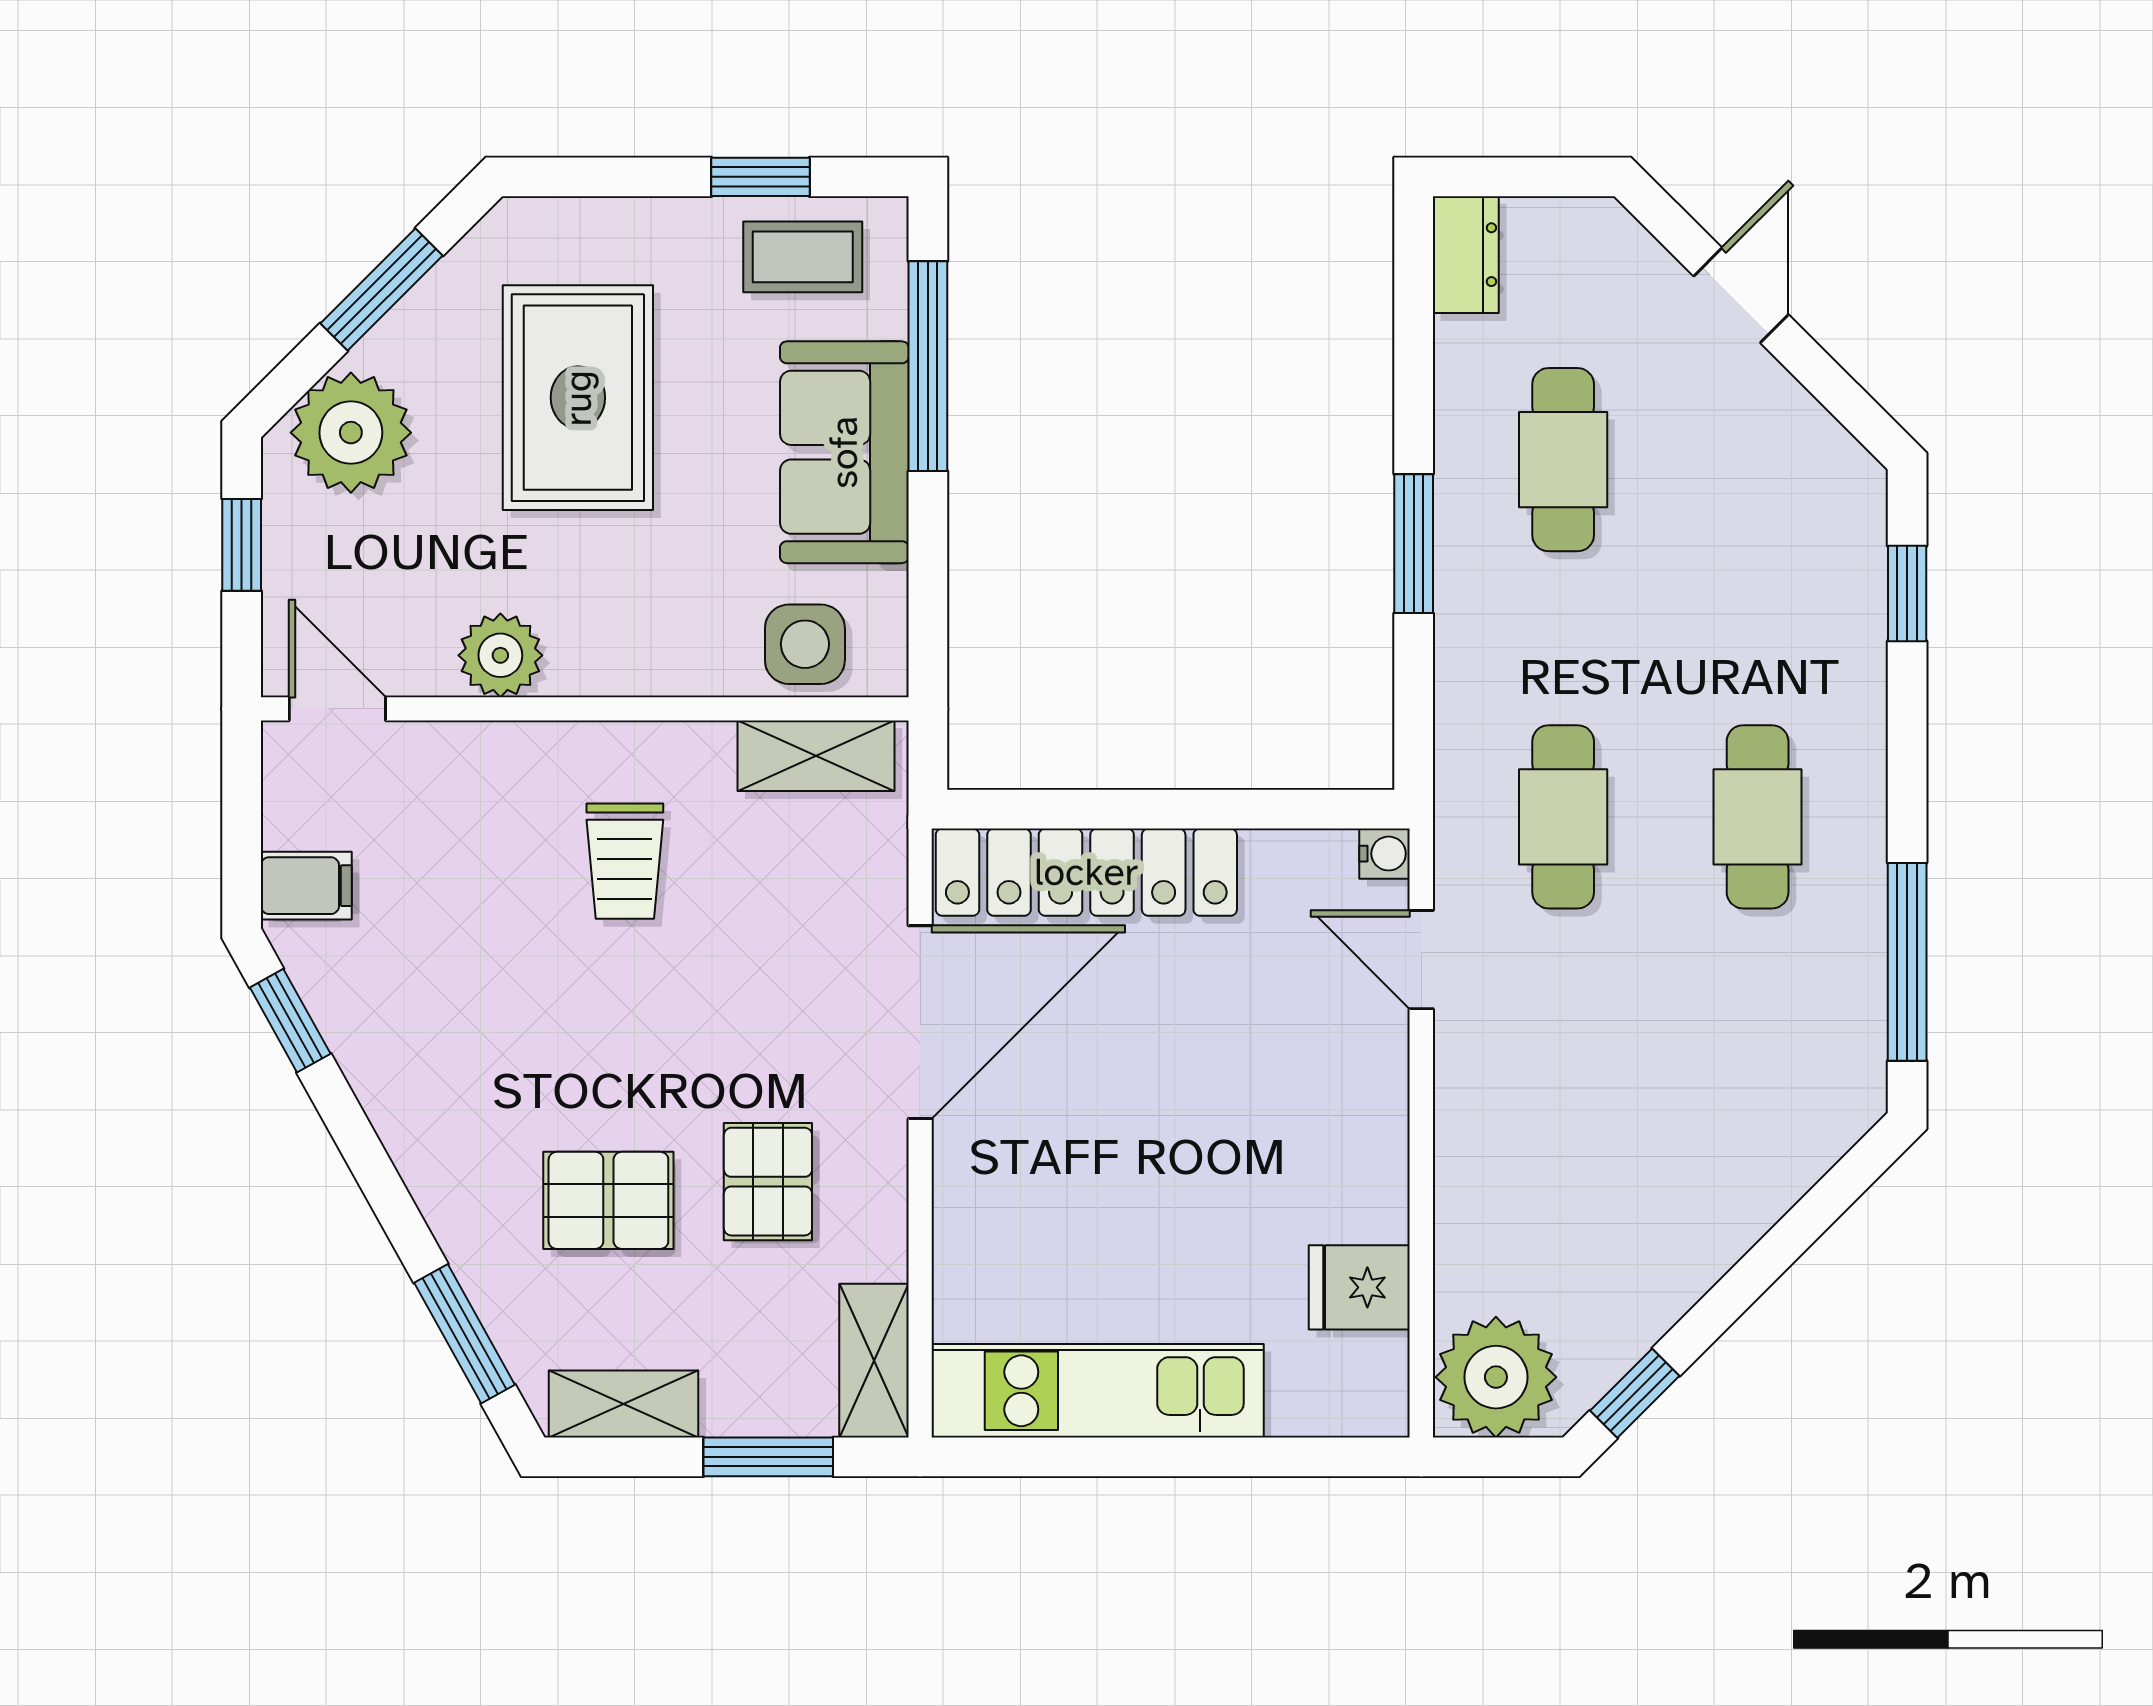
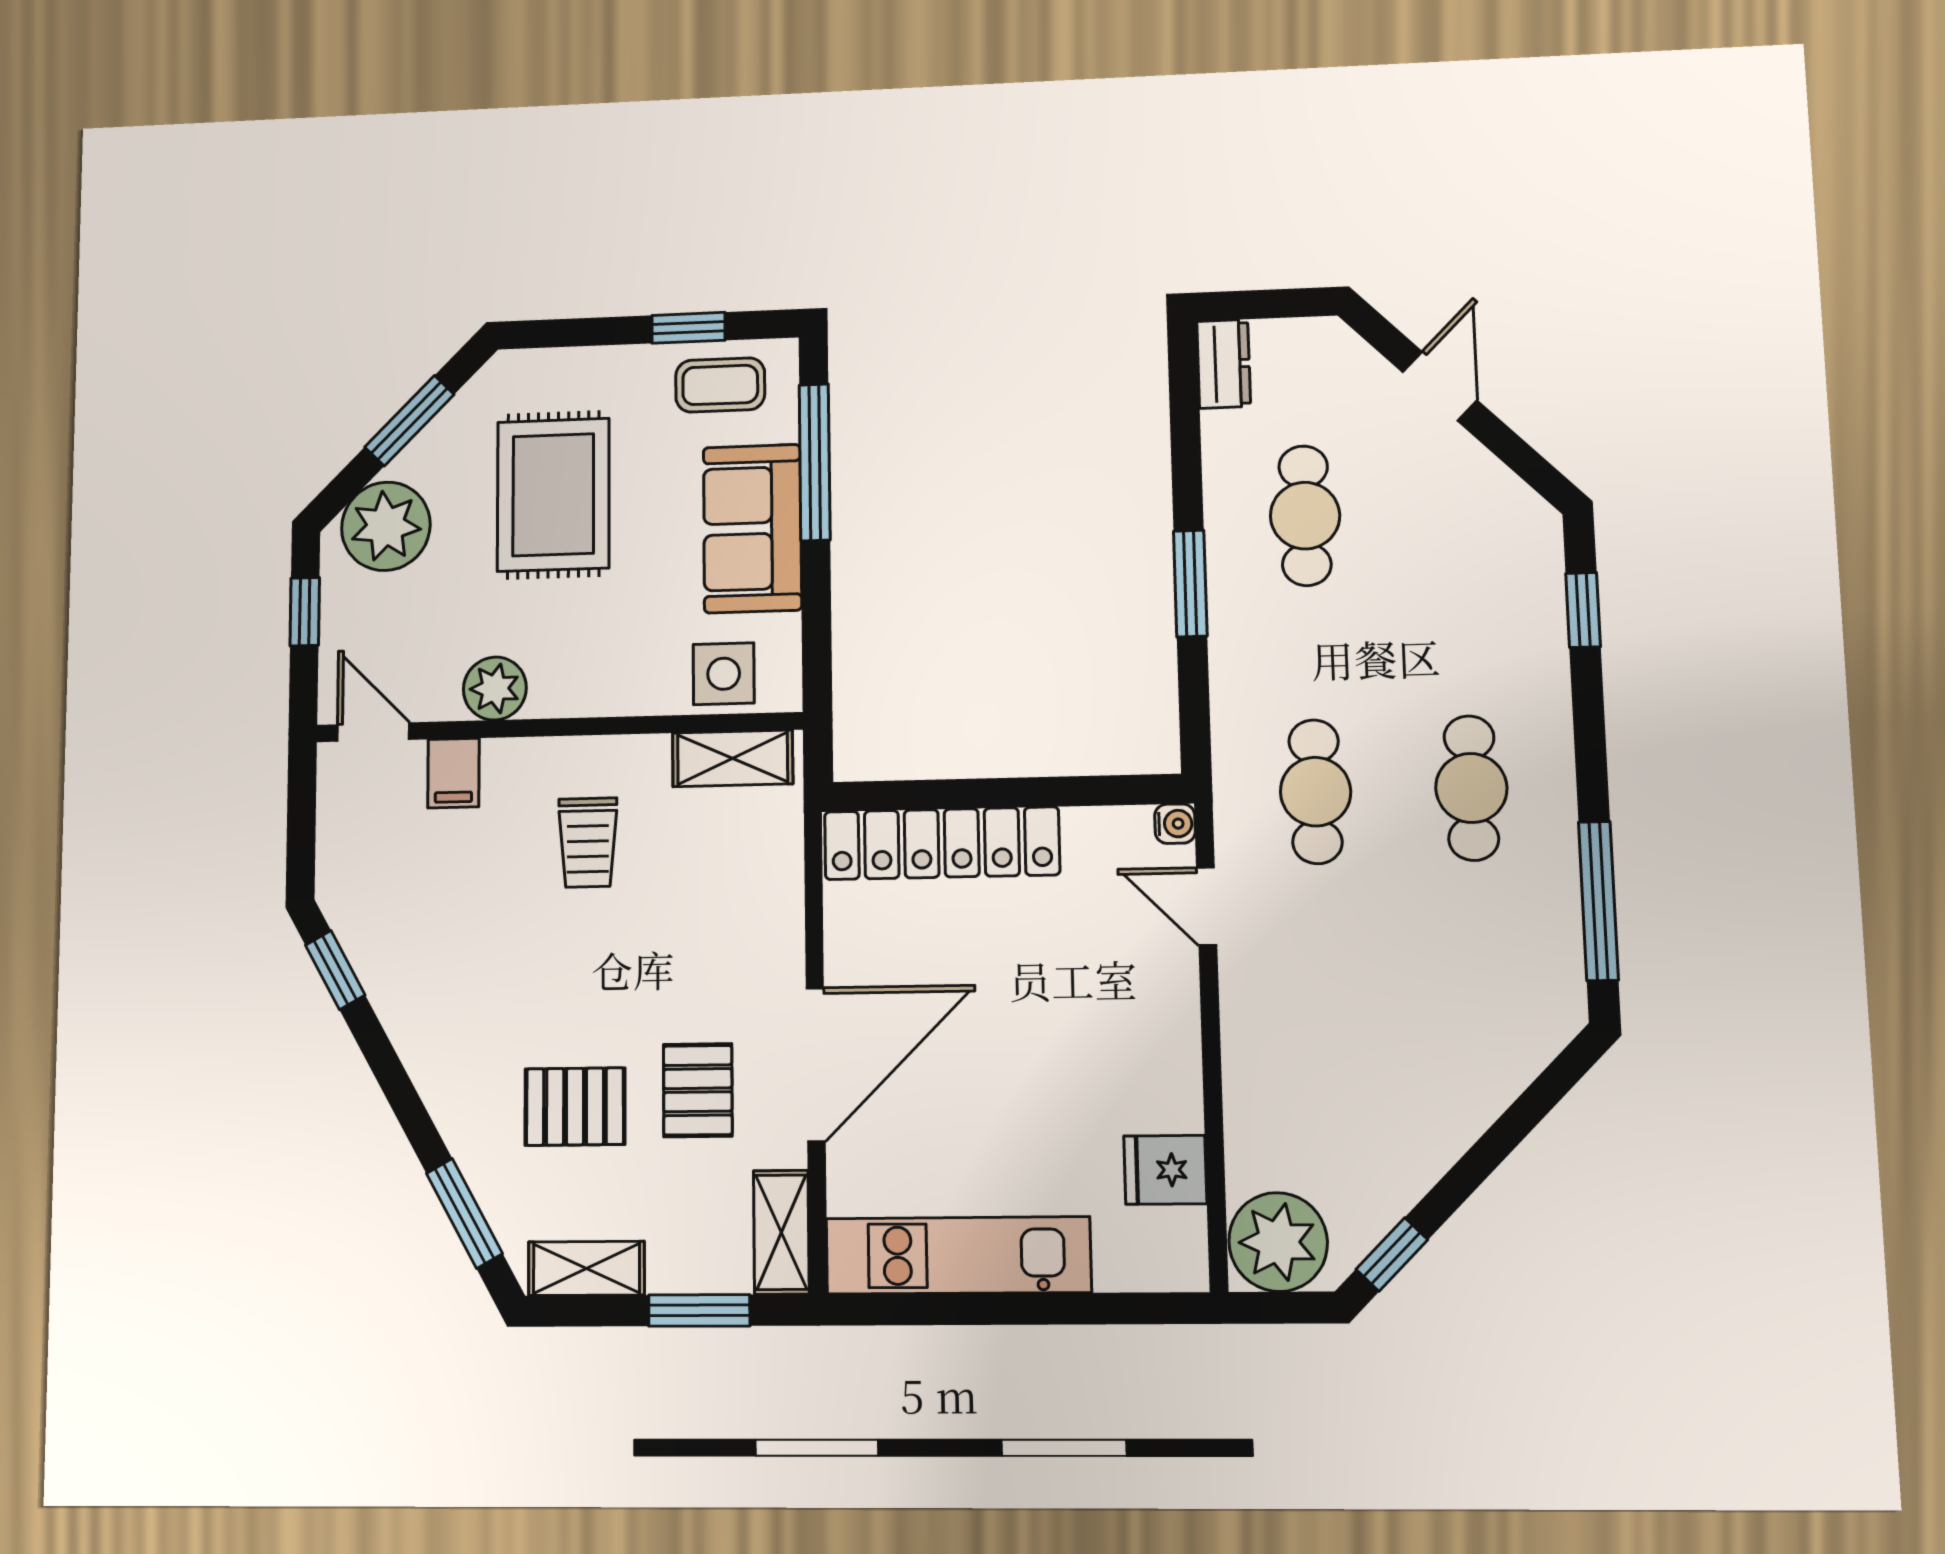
filing cabinet: (306, 886) -> (454, 773), moved, turned 90
door: (920, 1022) -> (816, 1064), moved

